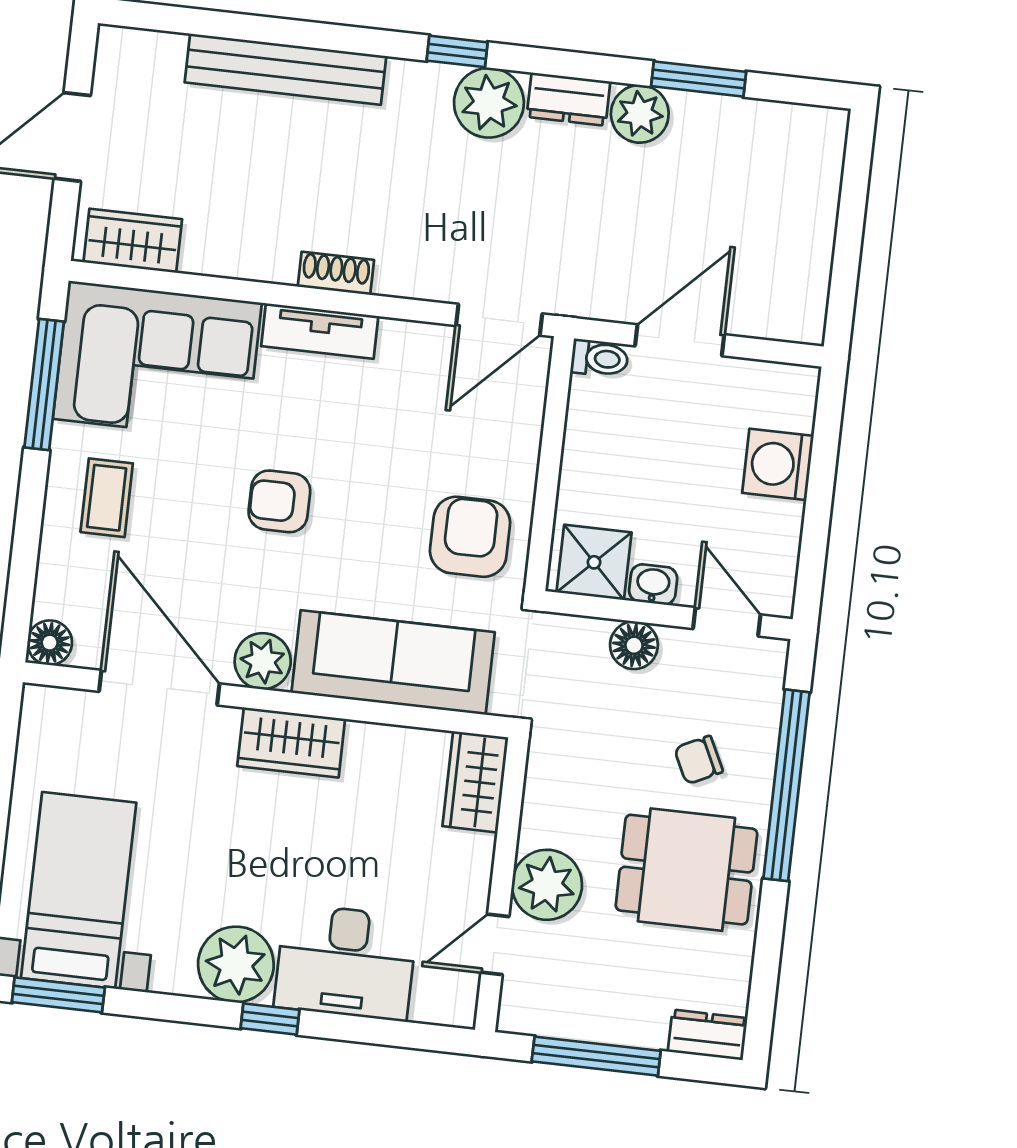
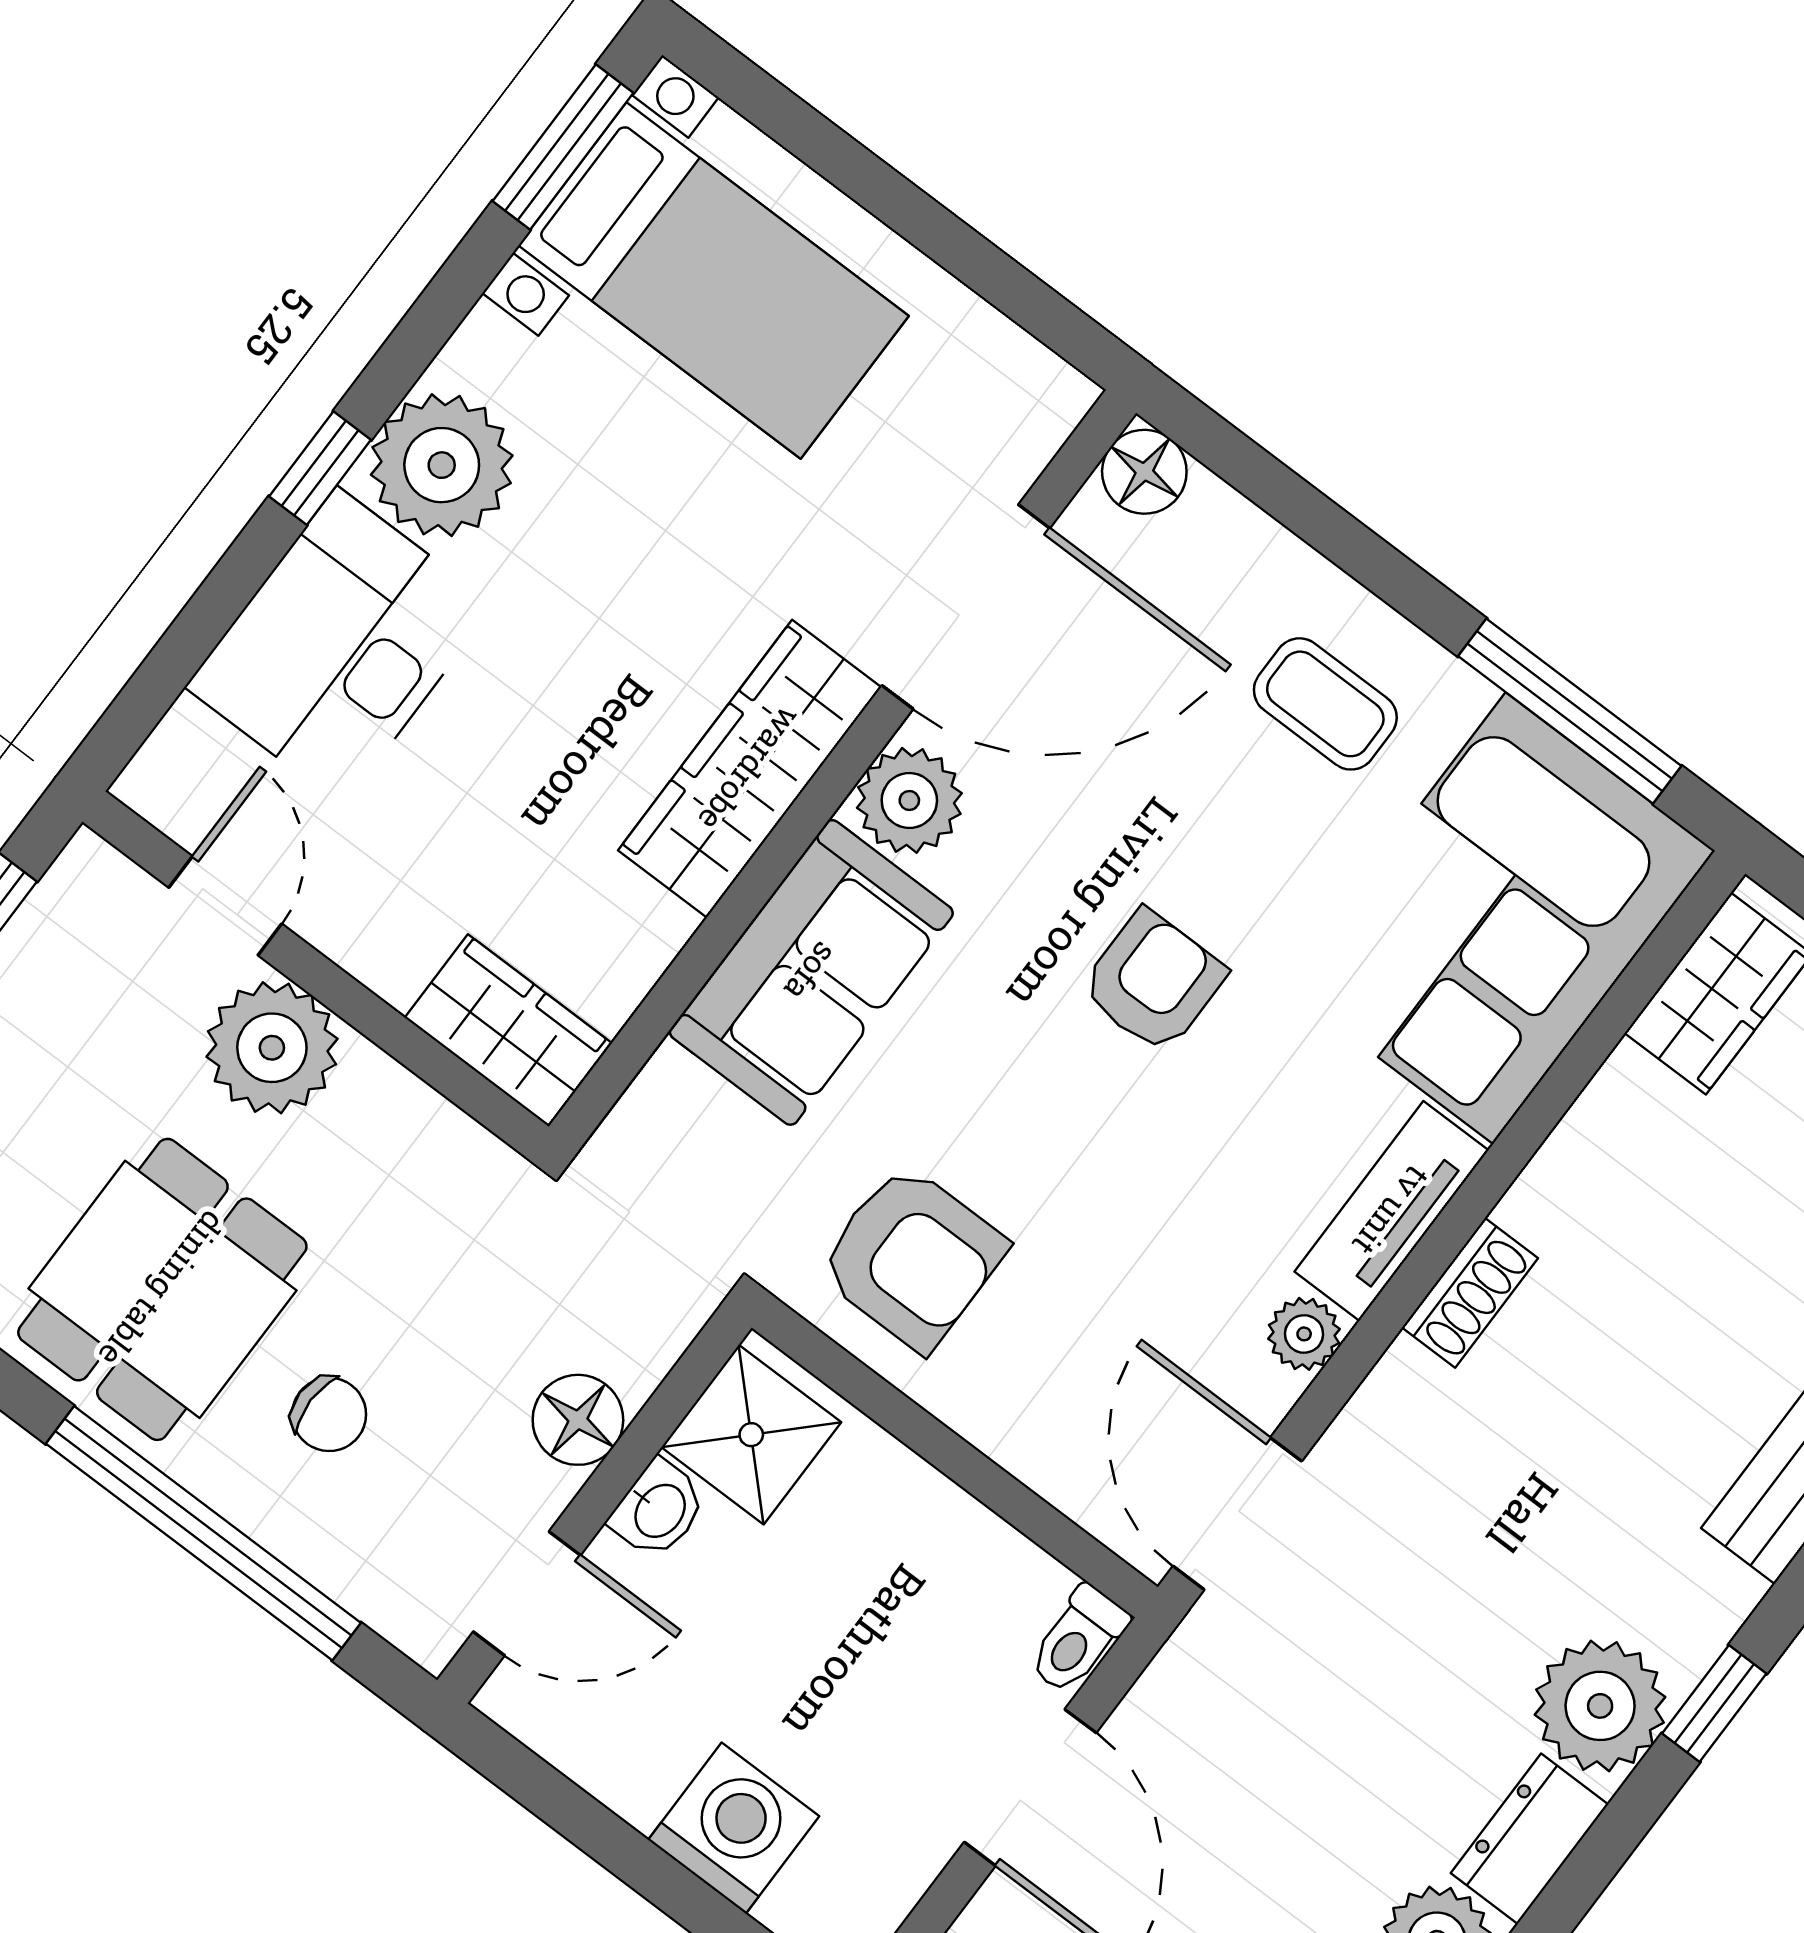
plant: (399, 338) -> (1304, 1334), added
sofa: (393, 662) -> (811, 972), width x0.73
wardrobe: (291, 742) -> (750, 769), width x1.50
chair: (698, 760) -> (329, 1414), turned 116

